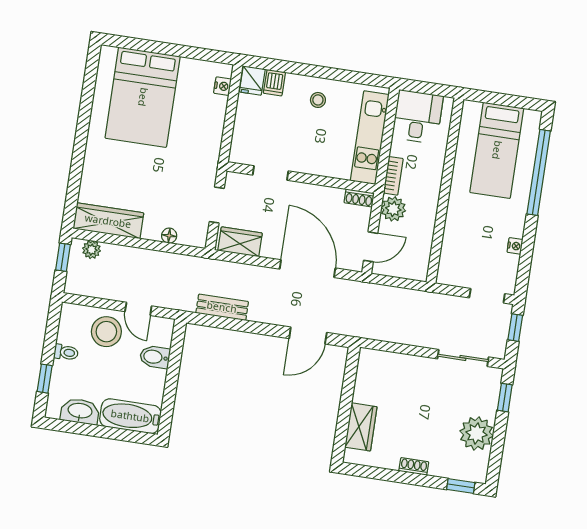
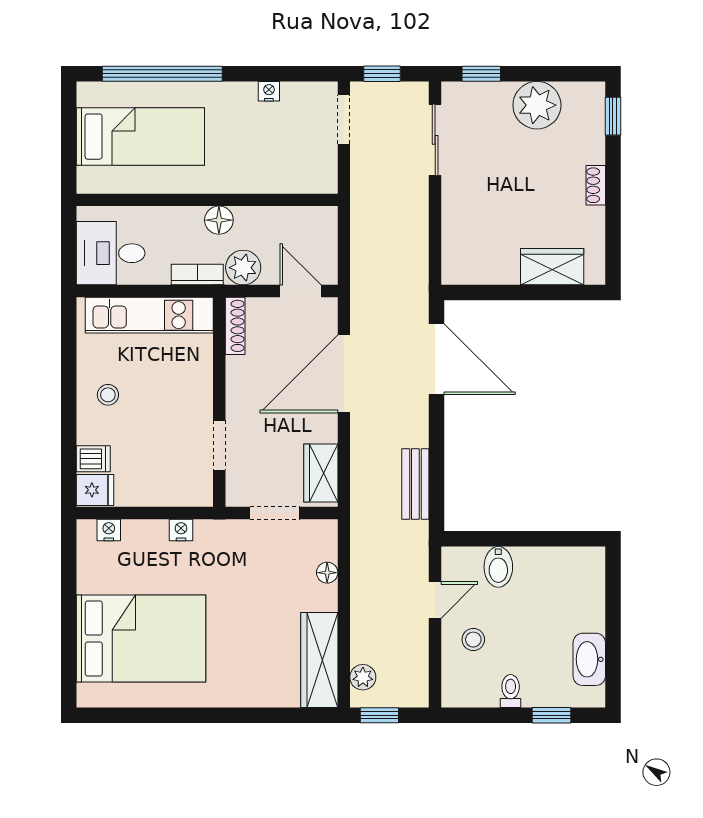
nightstand: (215, 137) -> (181, 530), added
floor lamp: (429, 197) -> (219, 220), added
shoe rack: (359, 198) -> (235, 326), width x1.43
stool: (106, 332) -> (473, 640), width x0.53, depth x0.53
door: (308, 336) -> (437, 359), width x1.36
bathtub: (130, 416) -> (585, 589), removed

